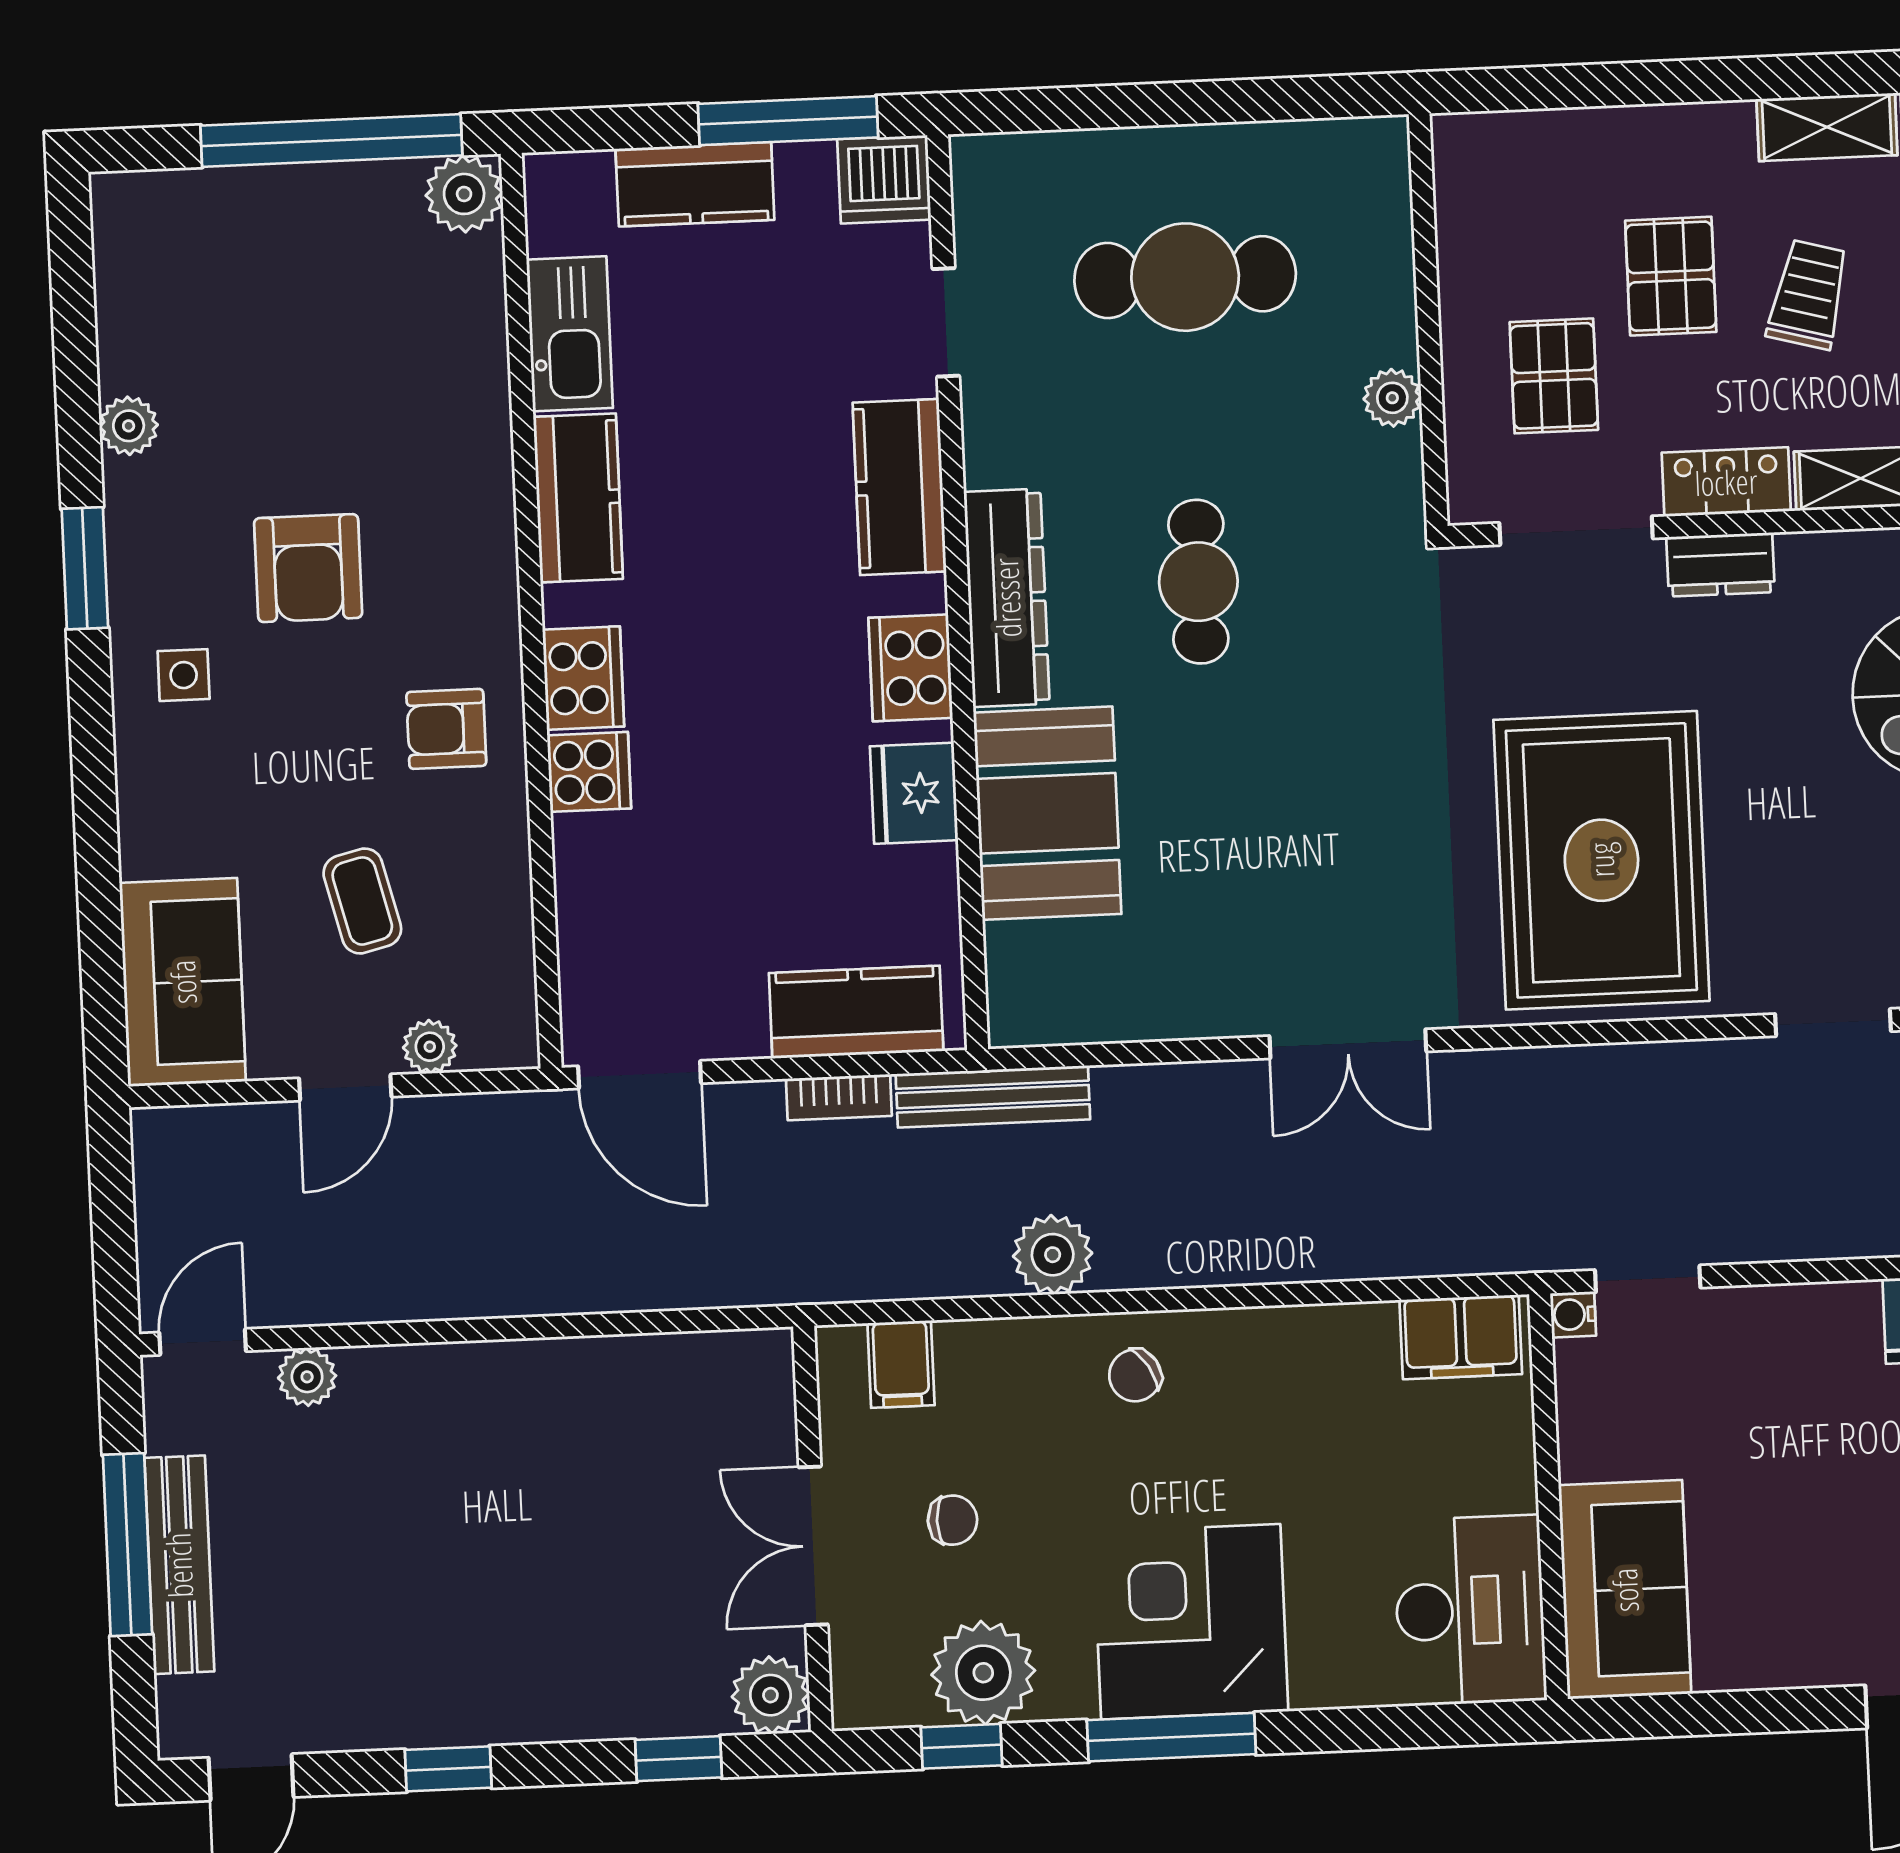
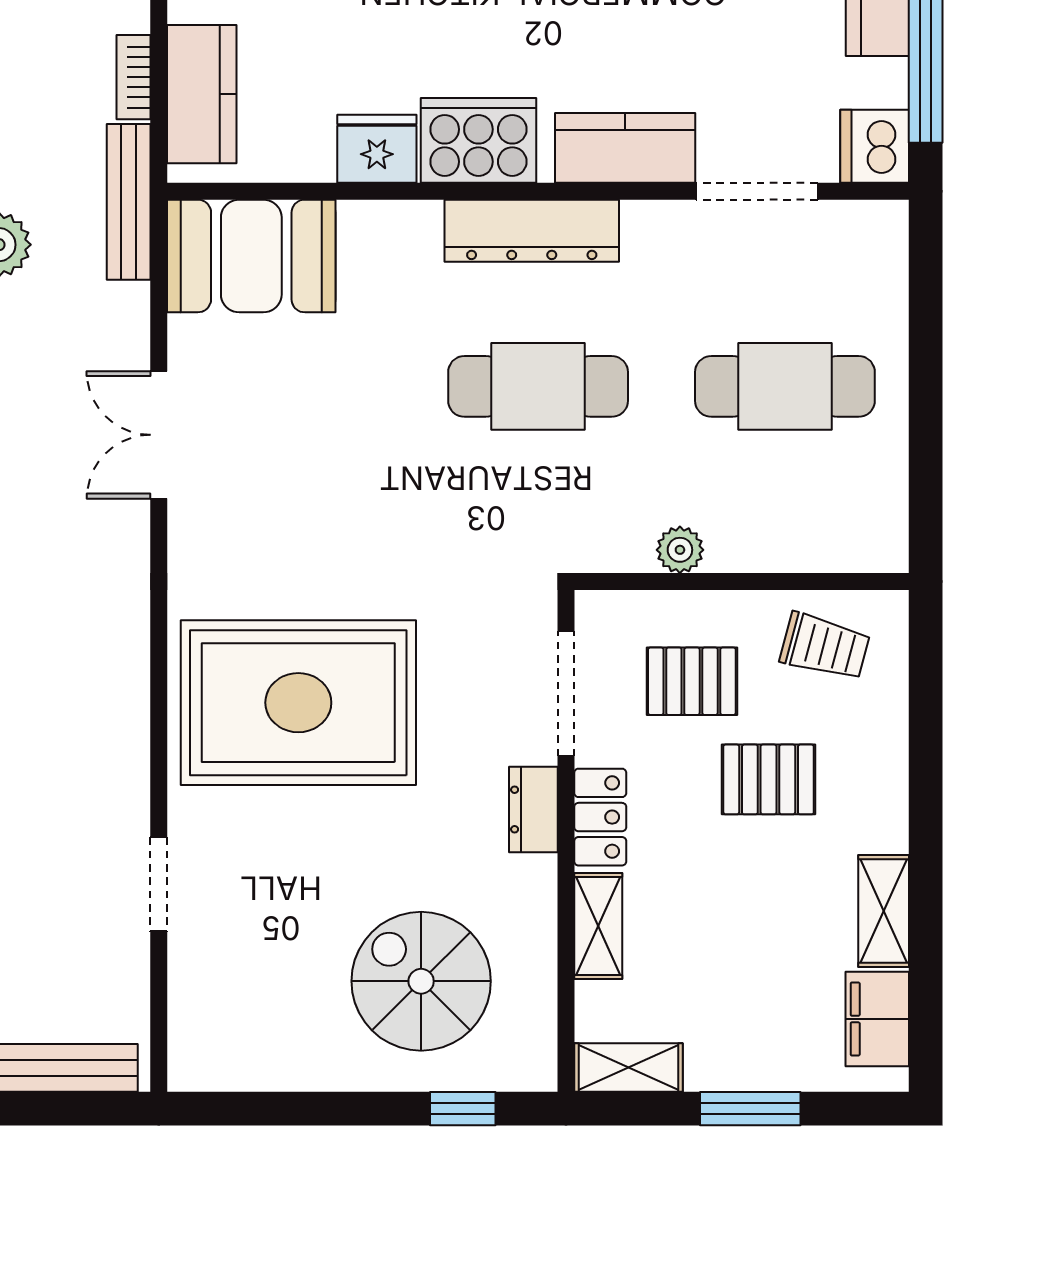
cafe table: (1185, 277) -> (785, 386), turned 90
trolley: (1808, 295) -> (825, 647), moved
doorway: (946, 322) -> (757, 191), width x1.38
cafe table: (1198, 582) -> (538, 386), width x1.37, depth x1.35
cooker: (911, 668) -> (478, 140), width x1.37, depth x1.31
booth: (1047, 813) -> (251, 256), moved
double door: (1348, 1044) -> (159, 435), moved

